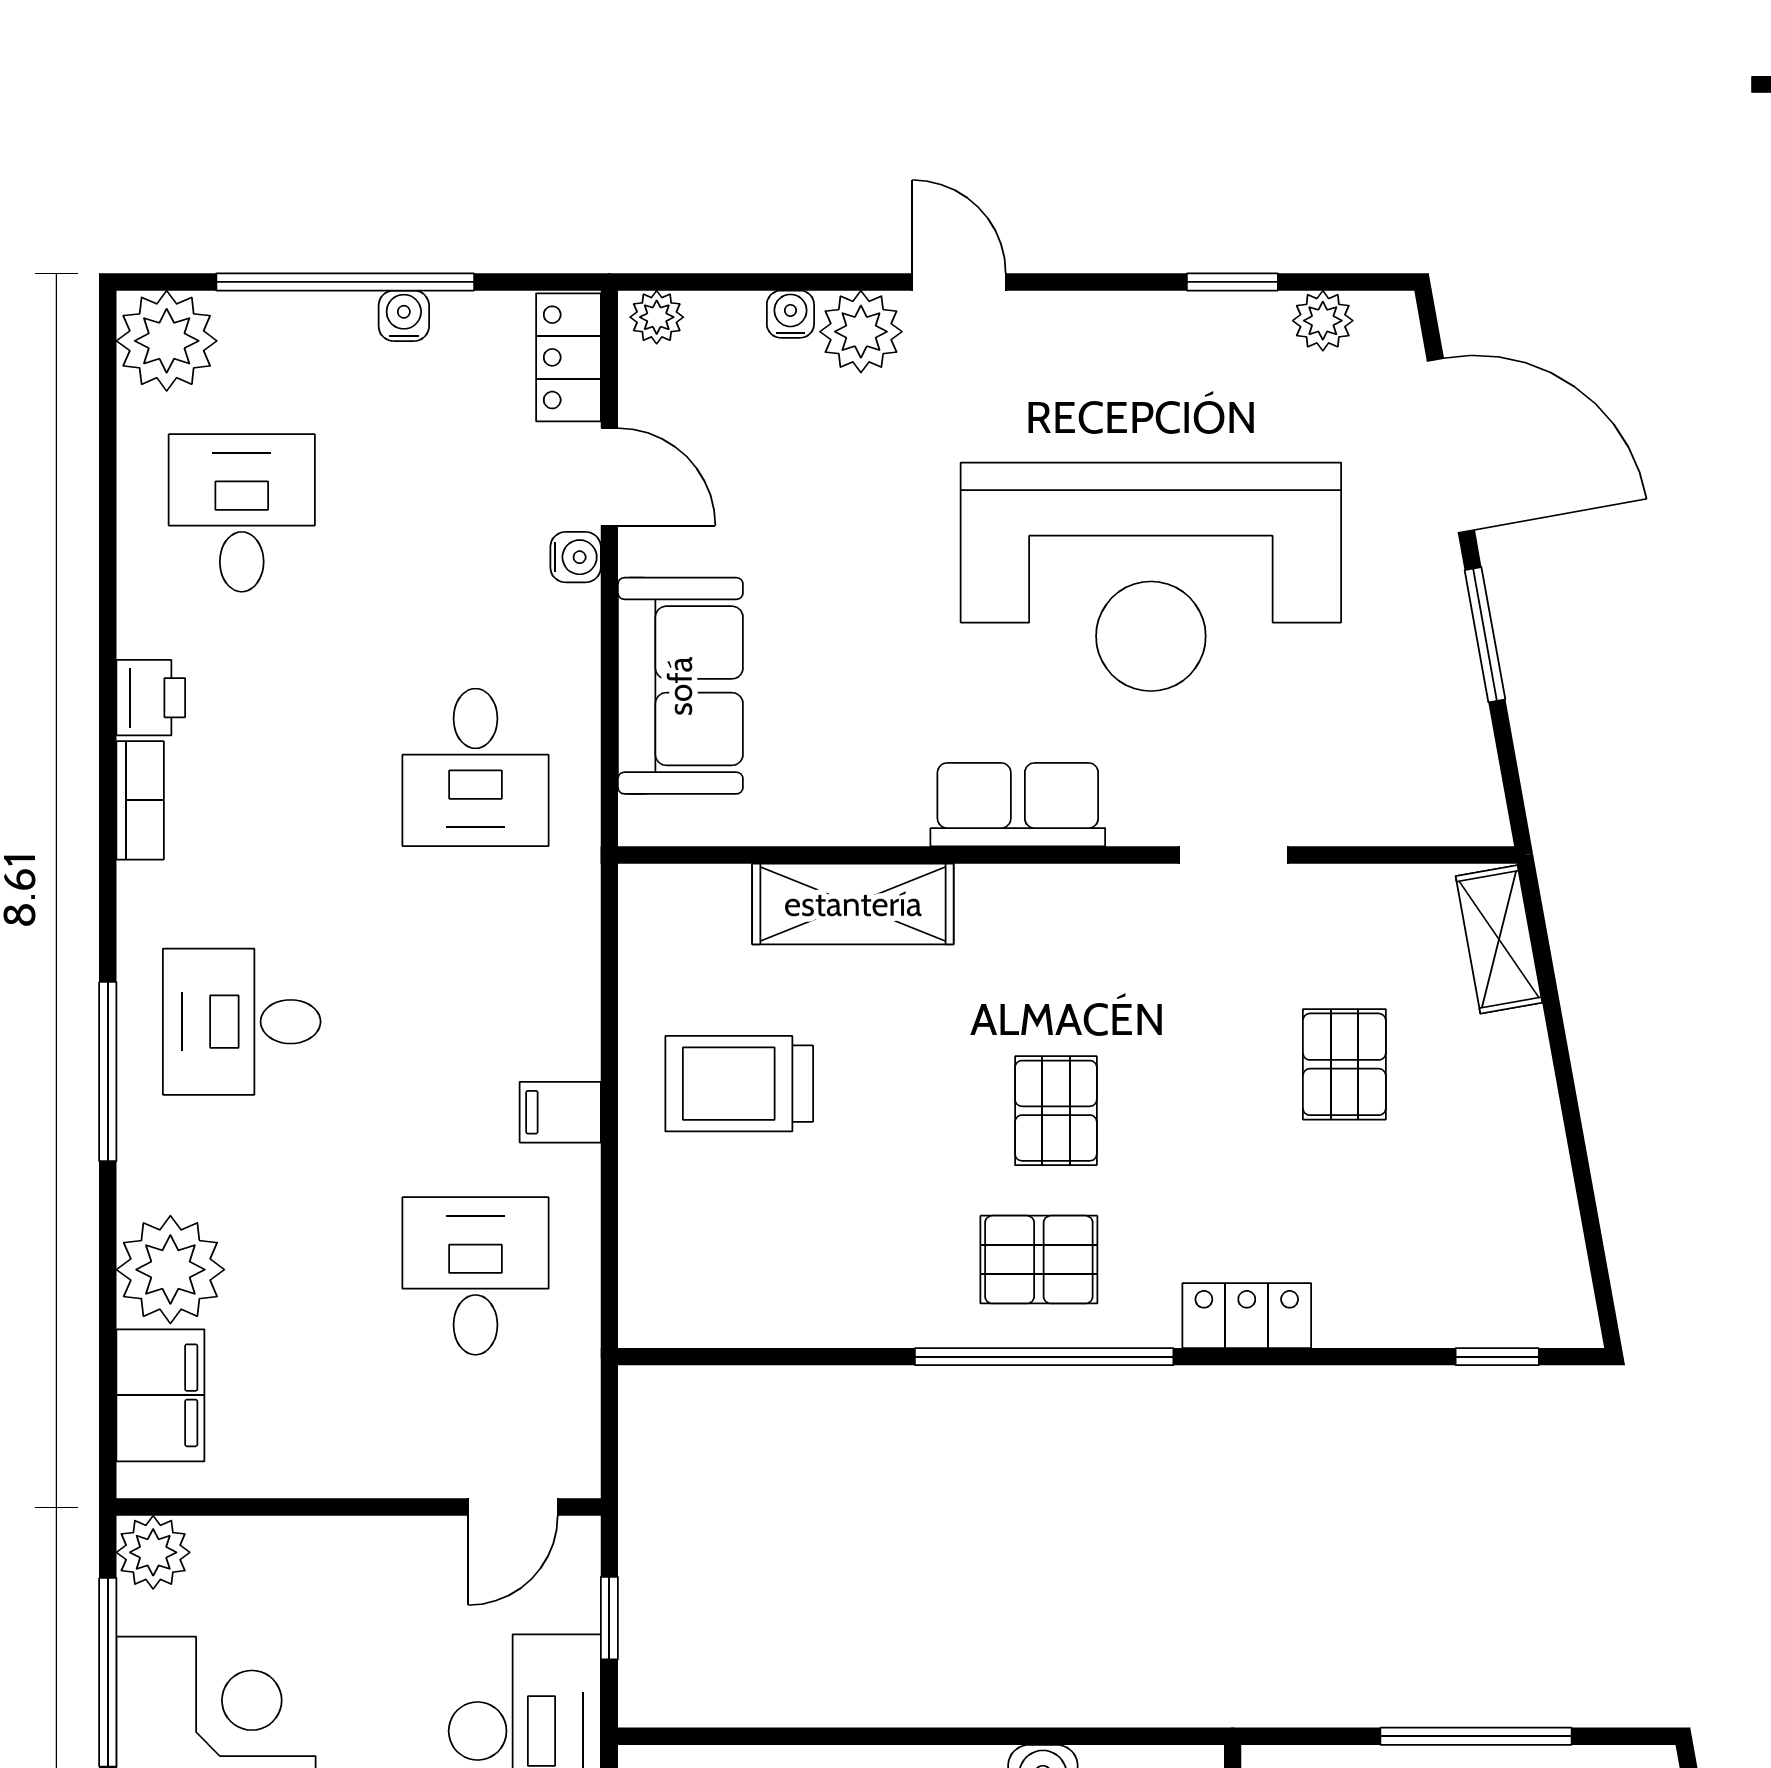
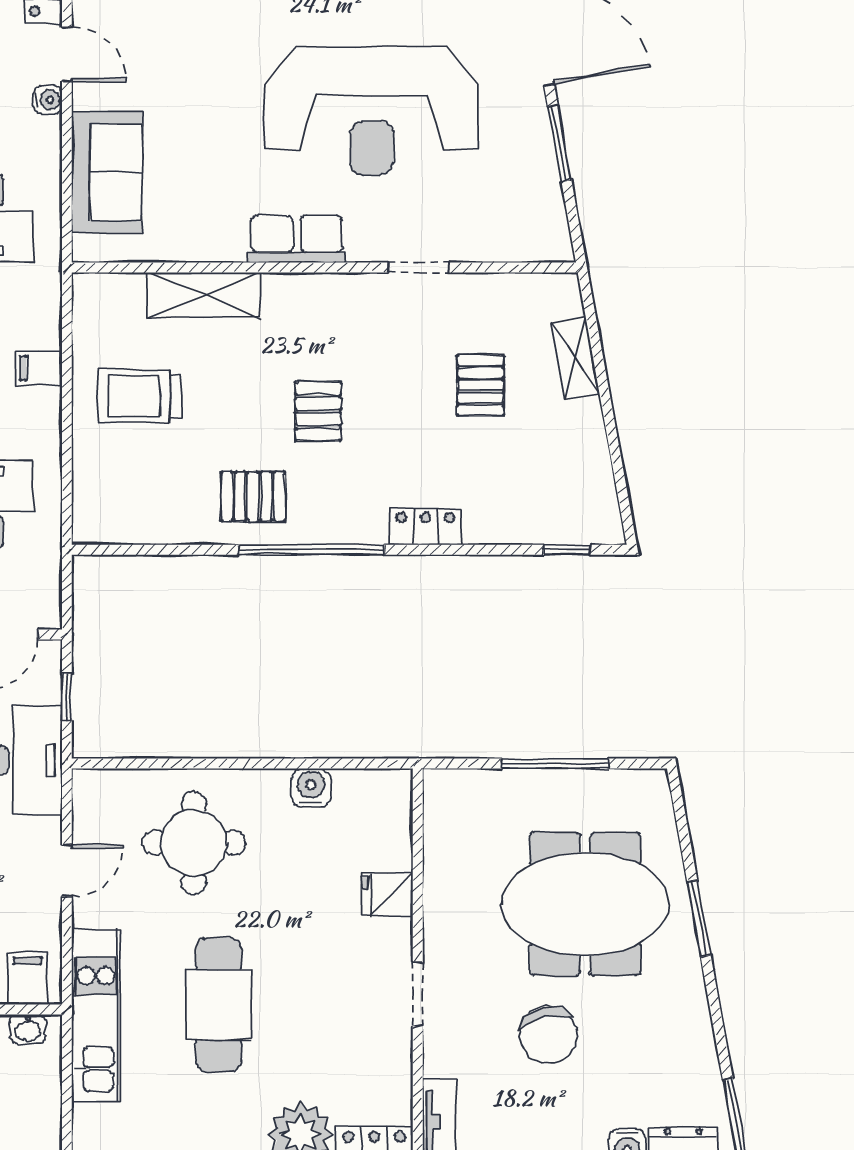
shelving: (1499, 939) -> (575, 358), moved
filing cabinet: (560, 1112) -> (39, 368), moved
pallet: (1039, 1260) -> (253, 496), moved

